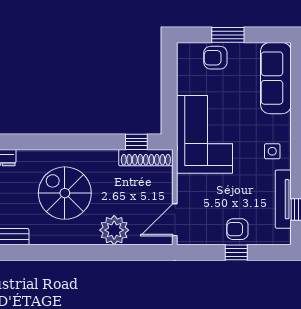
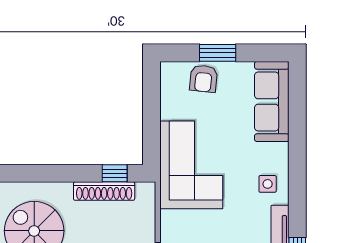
armchair: (215, 58) -> (204, 79), turned -84
shoe rack: (146, 158) -> (104, 191), moved

